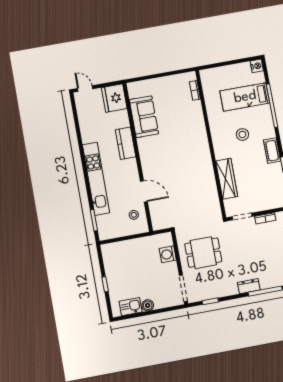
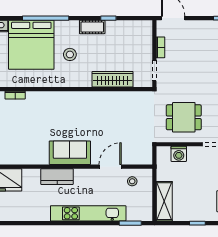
bed: (245, 97) -> (31, 45), width x2.04
sofa: (144, 117) -> (70, 153), moved
shelving: (120, 249) -> (164, 201), added
dining table: (203, 253) -> (184, 117), turned 90

